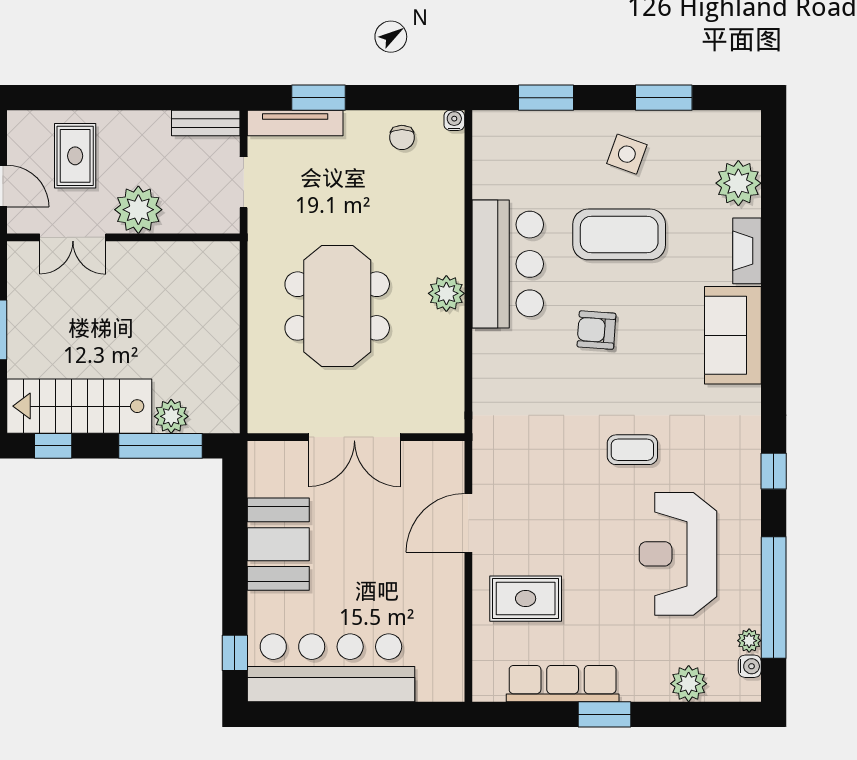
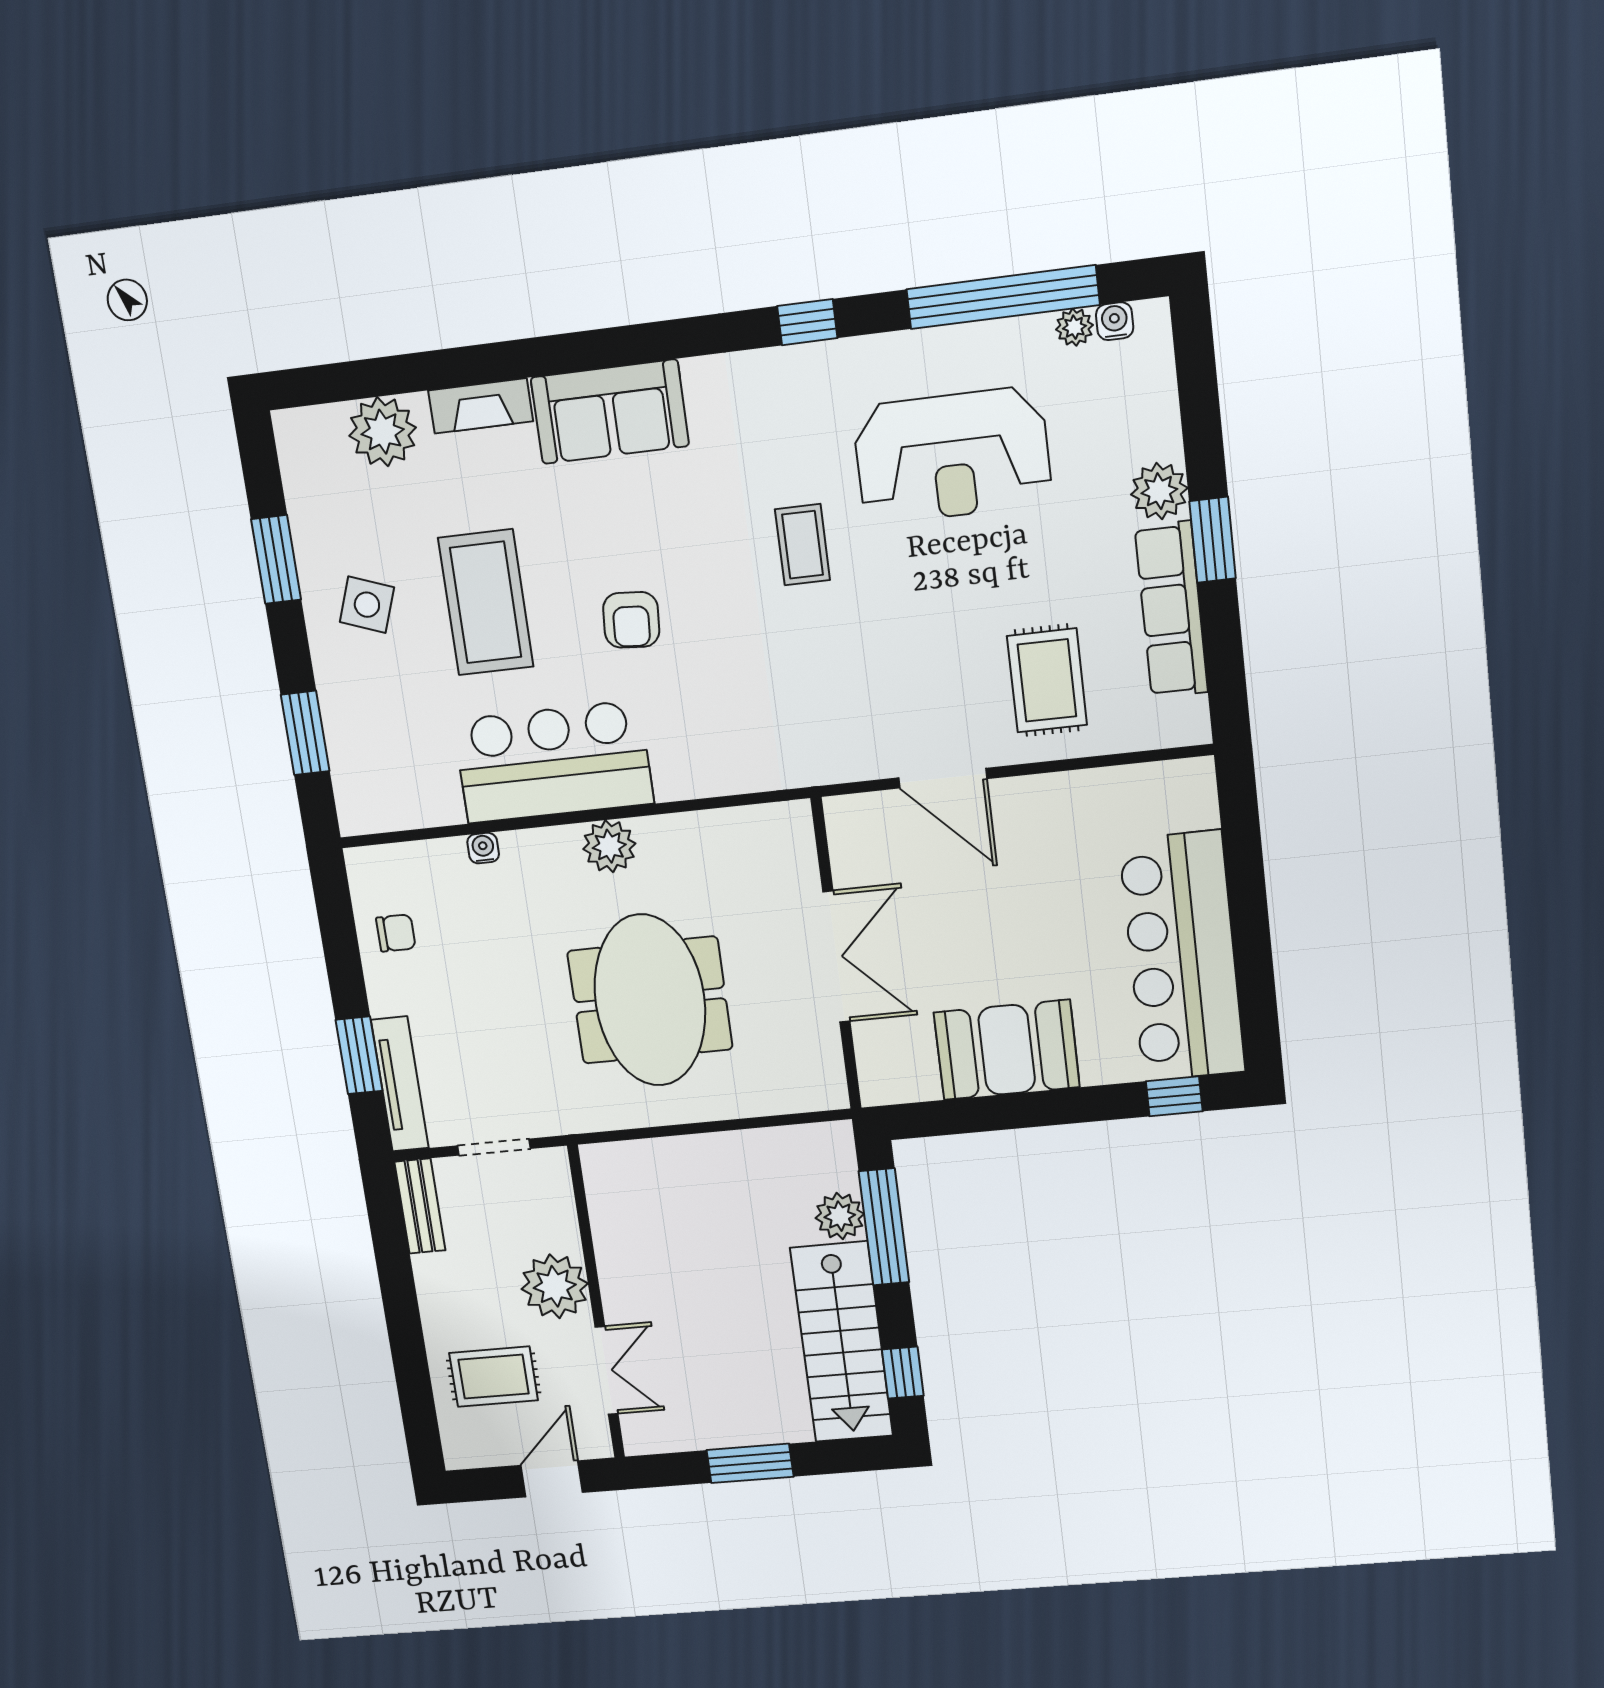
water cooler: (454, 120) -> (483, 848), moved, turned 90
meeting table: (337, 306) -> (650, 1000), turned 90
plant: (689, 684) -> (1159, 491), moved

